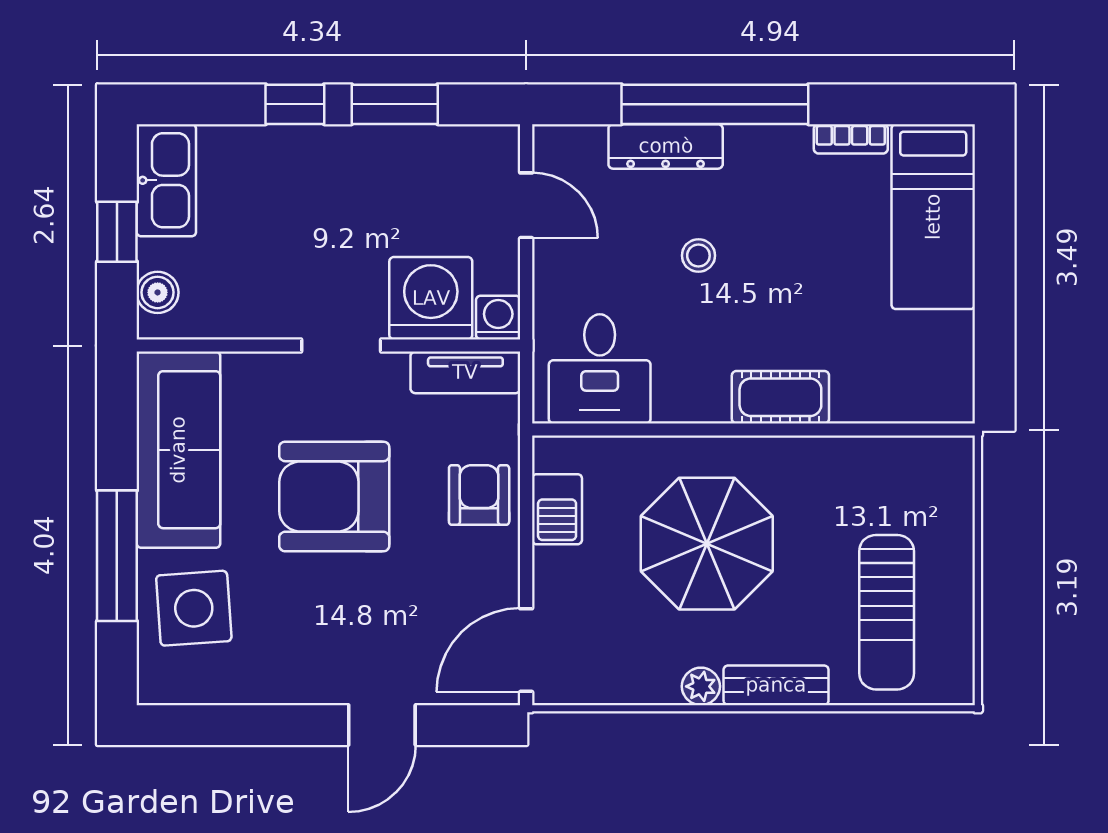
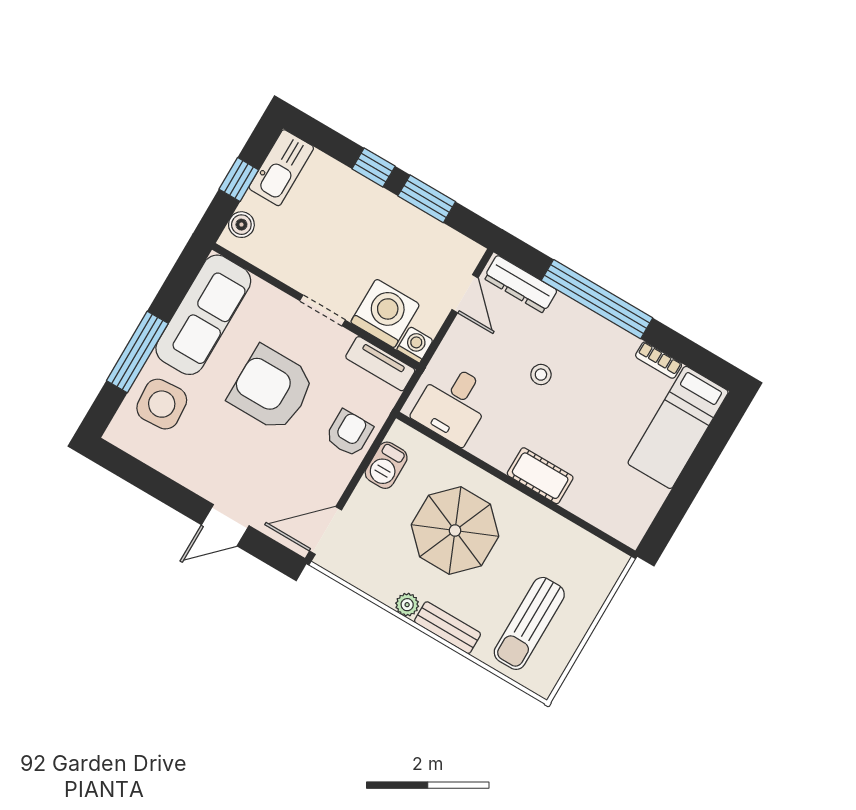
dresser: (666, 146) -> (520, 284), moved

